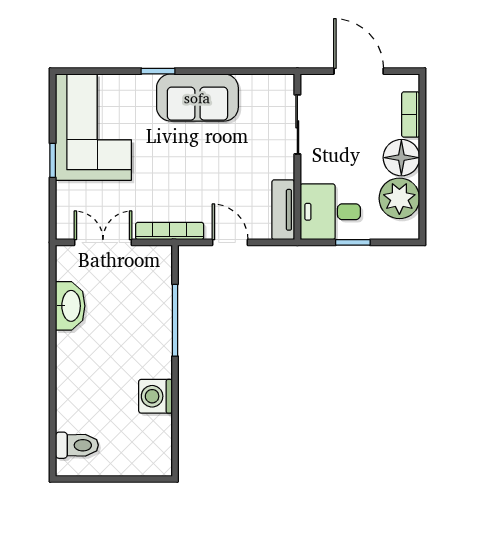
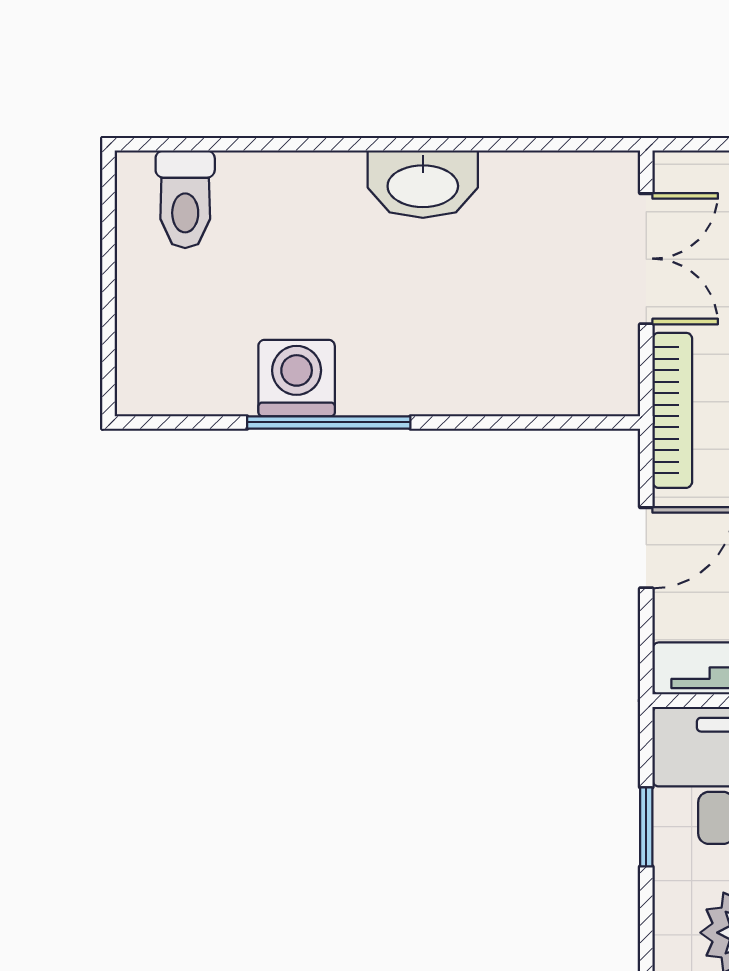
washbasin: (70, 306) -> (423, 184), moved
window: (175, 320) -> (329, 422), moved

